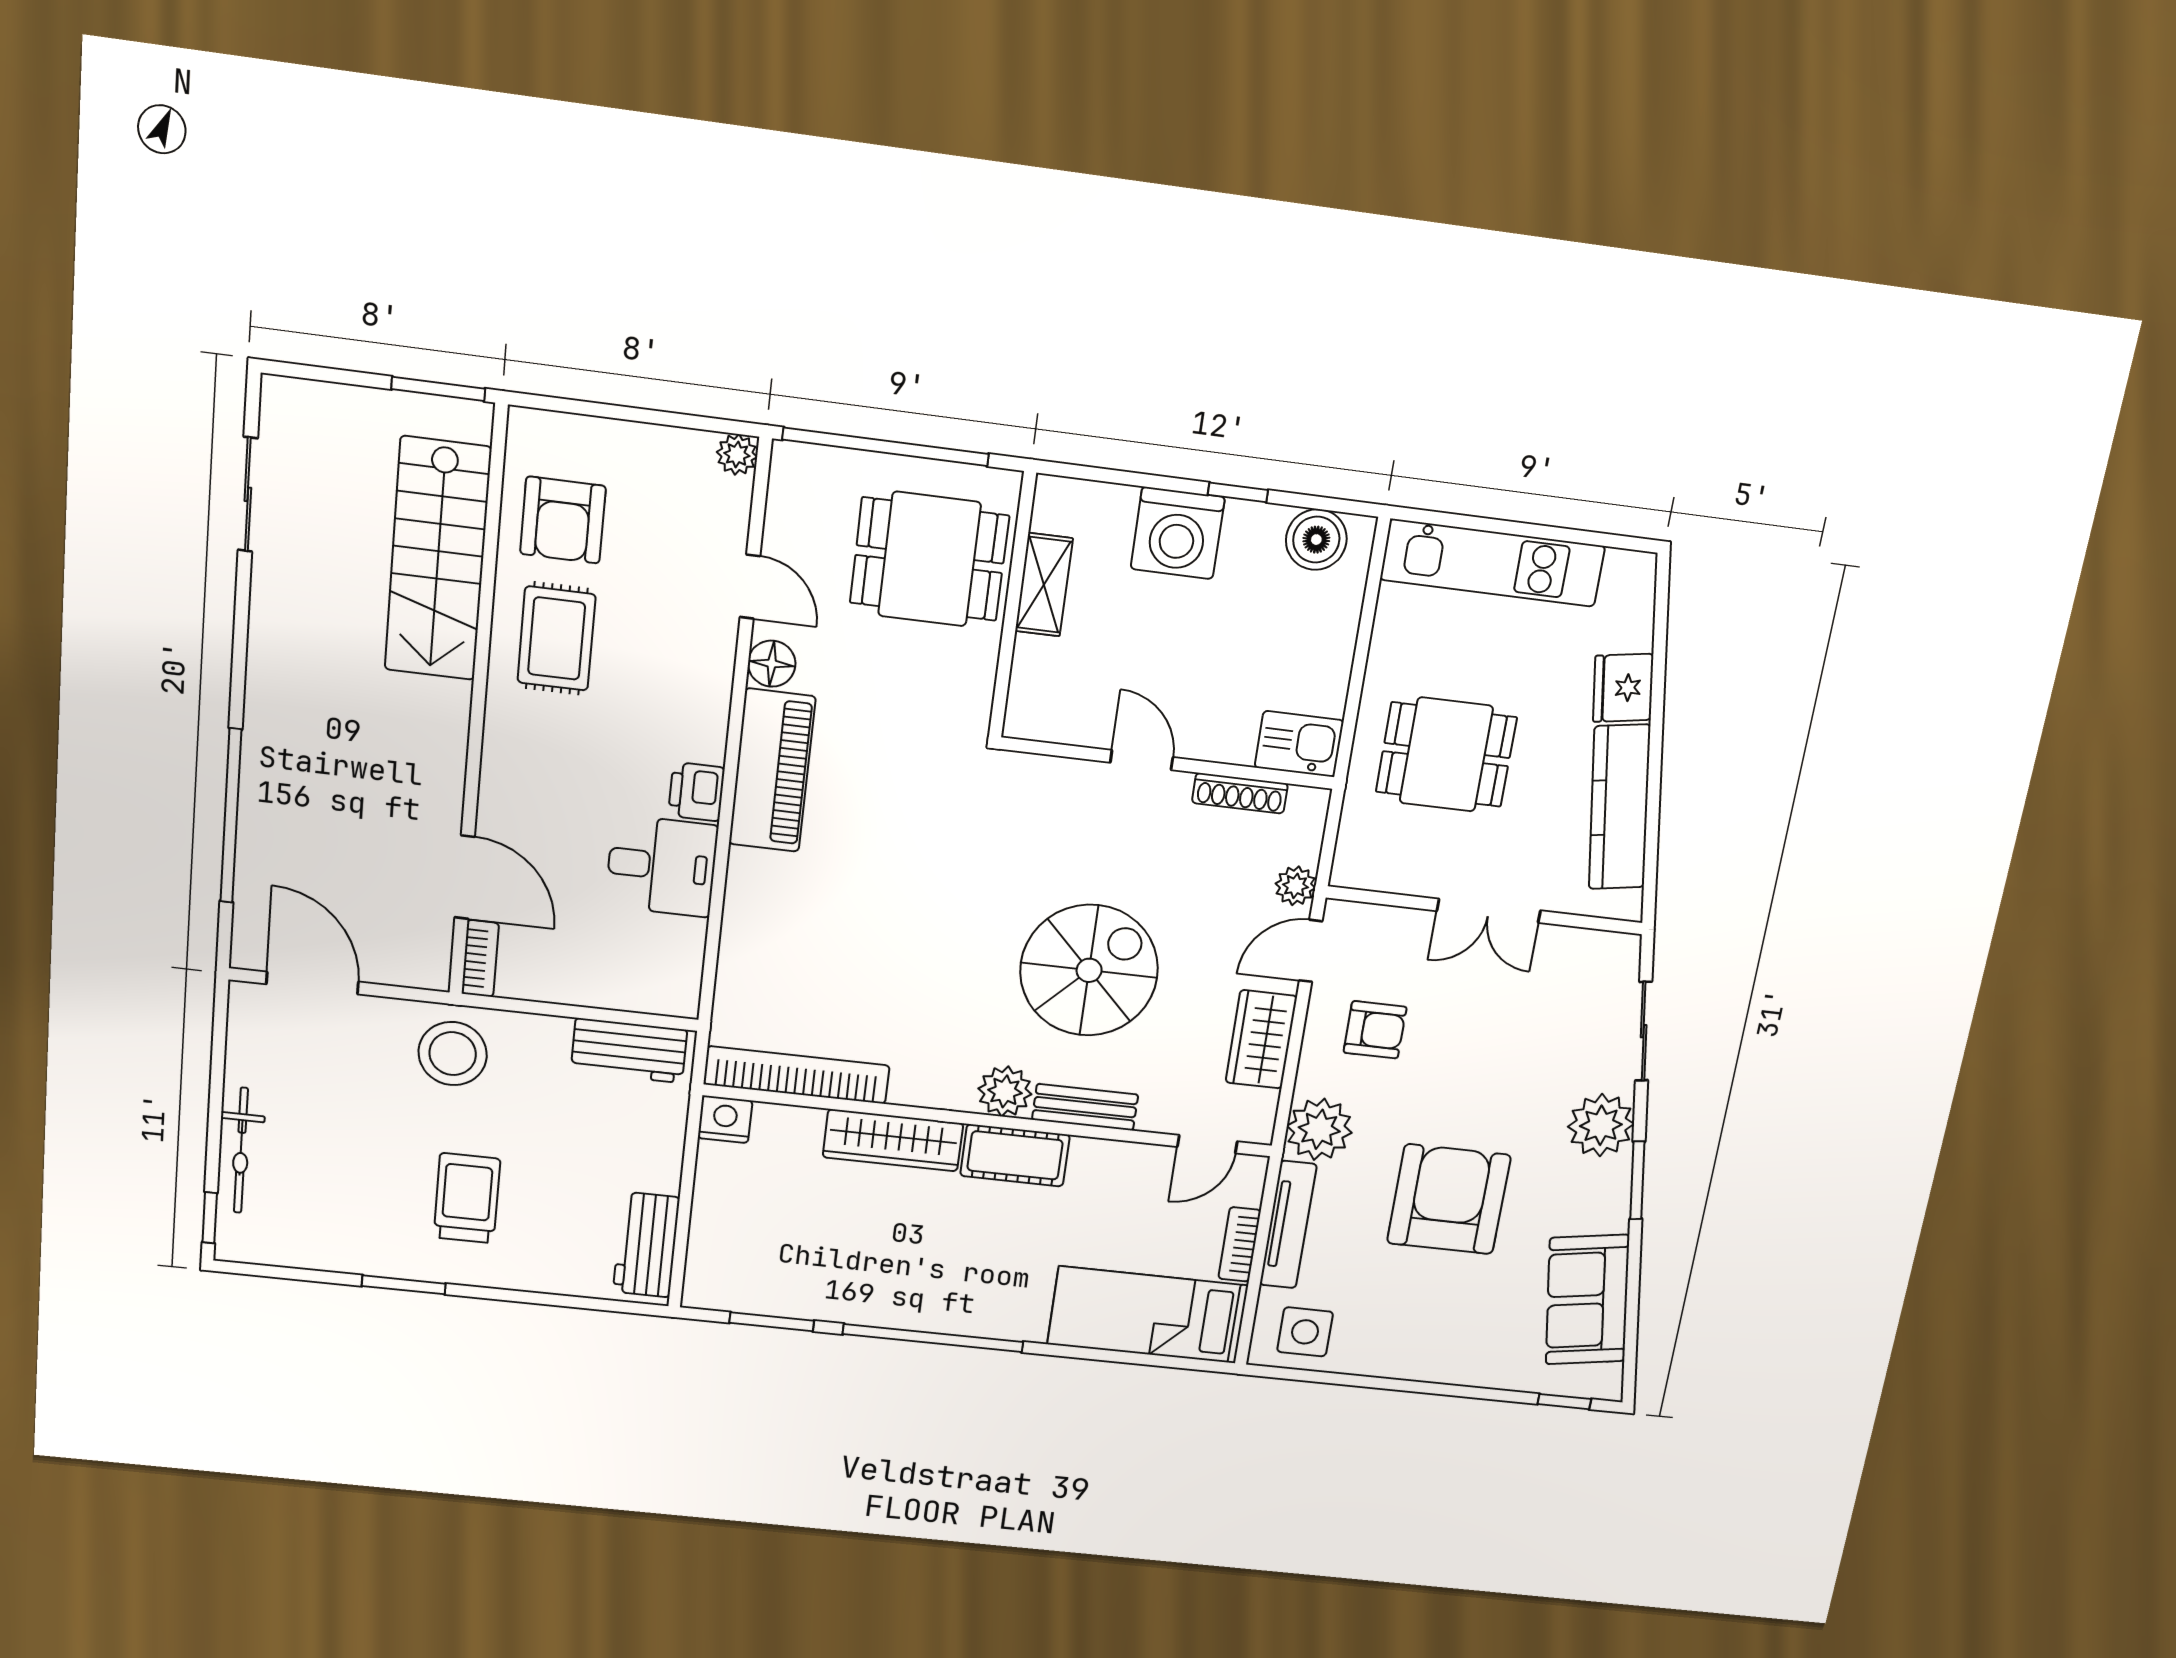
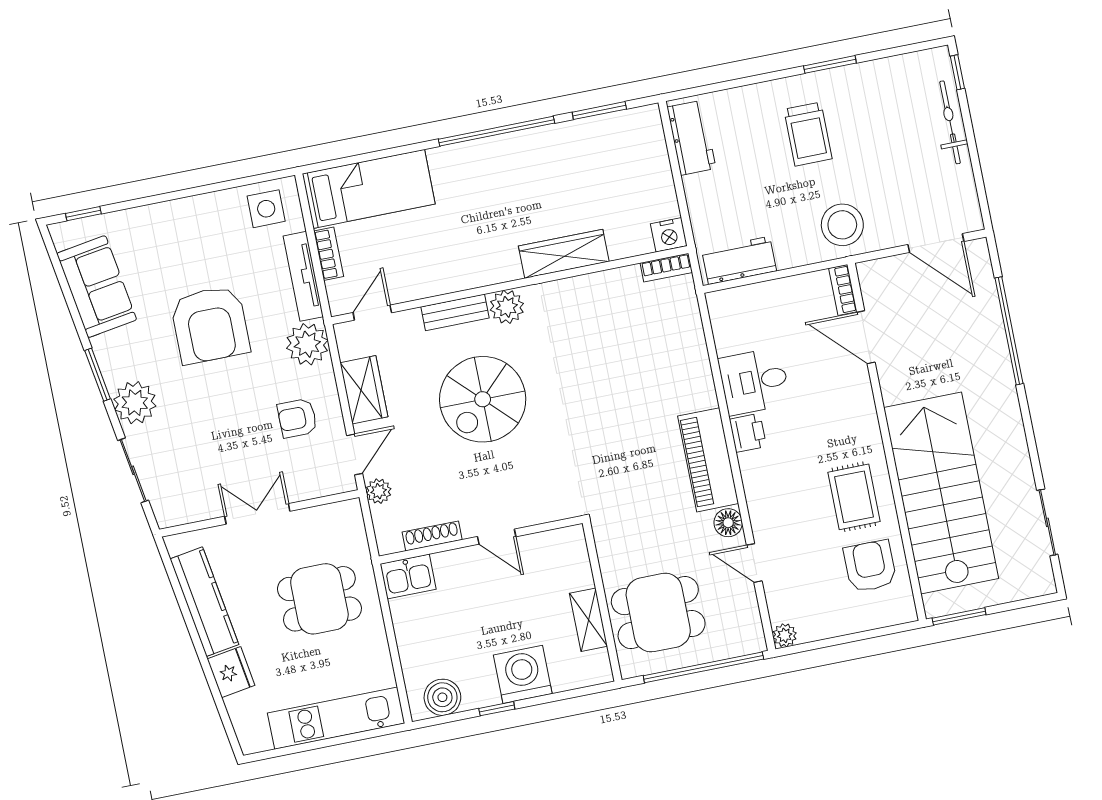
stairs: (438, 559) -> (941, 493), width x1.36, depth x1.51
bookcase: (797, 1075) -> (666, 268), width x0.43, depth x0.76
cot: (1015, 1155) -> (487, 268), removed

